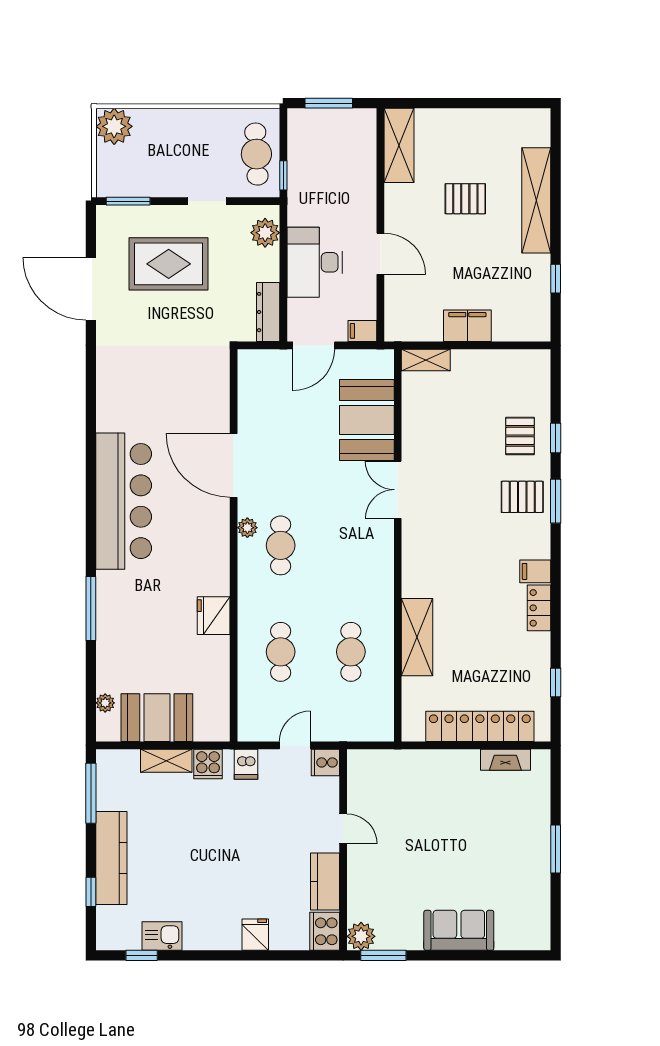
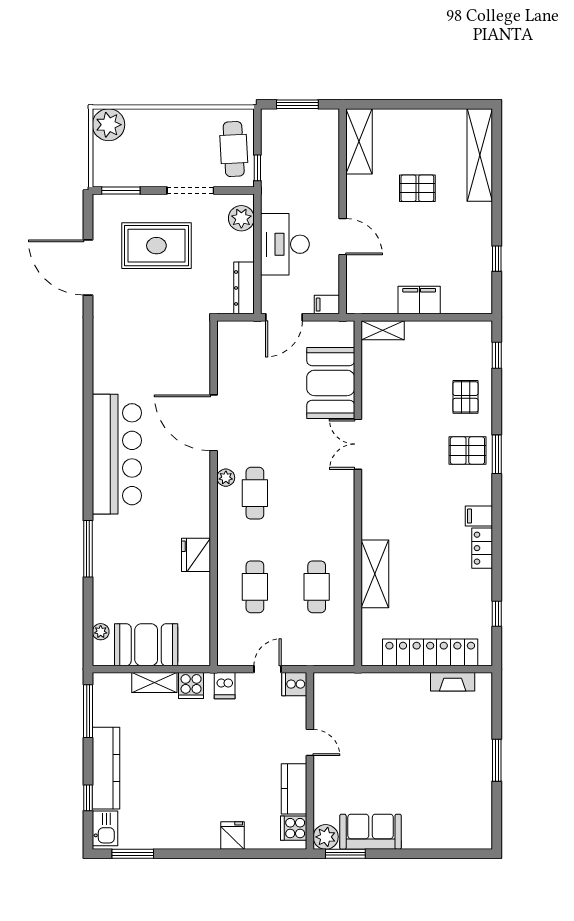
shelving: (536, 200) -> (480, 155), moved
doorway: (207, 201) -> (190, 191), width x1.38
window: (556, 438) -> (497, 355), moved
sofa: (459, 930) -> (371, 832), moved
cooker: (325, 931) -> (294, 828), width x0.73
kitchen sink: (162, 936) -> (105, 828), moved, turned 90
window: (142, 955) -> (133, 854), width x1.50

